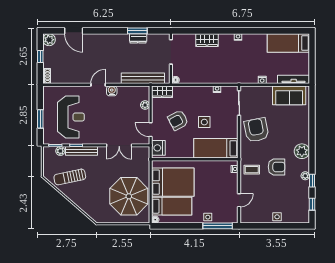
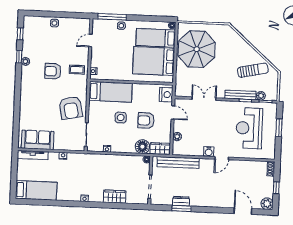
floor lamp: (181, 93) -> (142, 147), added
armchair: (178, 120) -> (146, 120), turned -152
plant: (302, 151) -> (28, 85), removed

